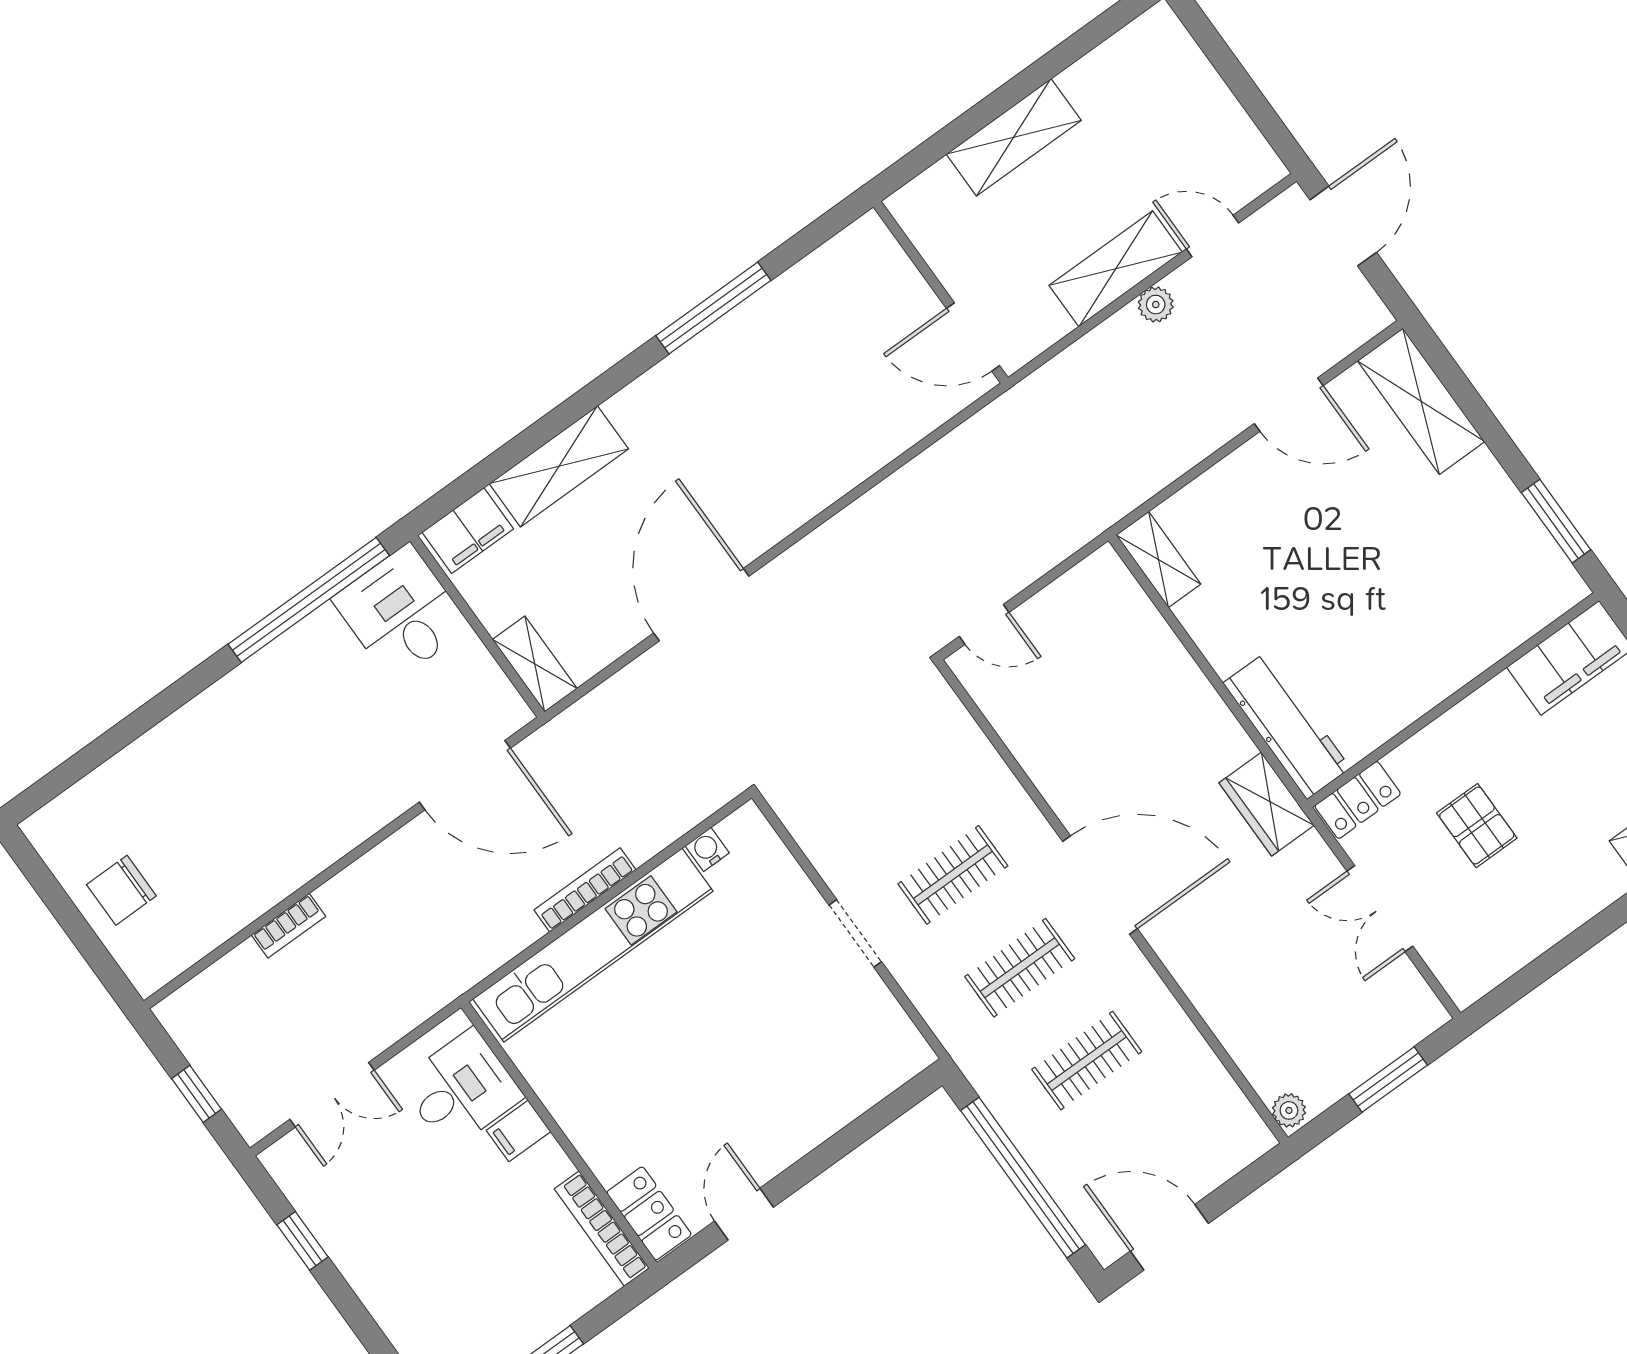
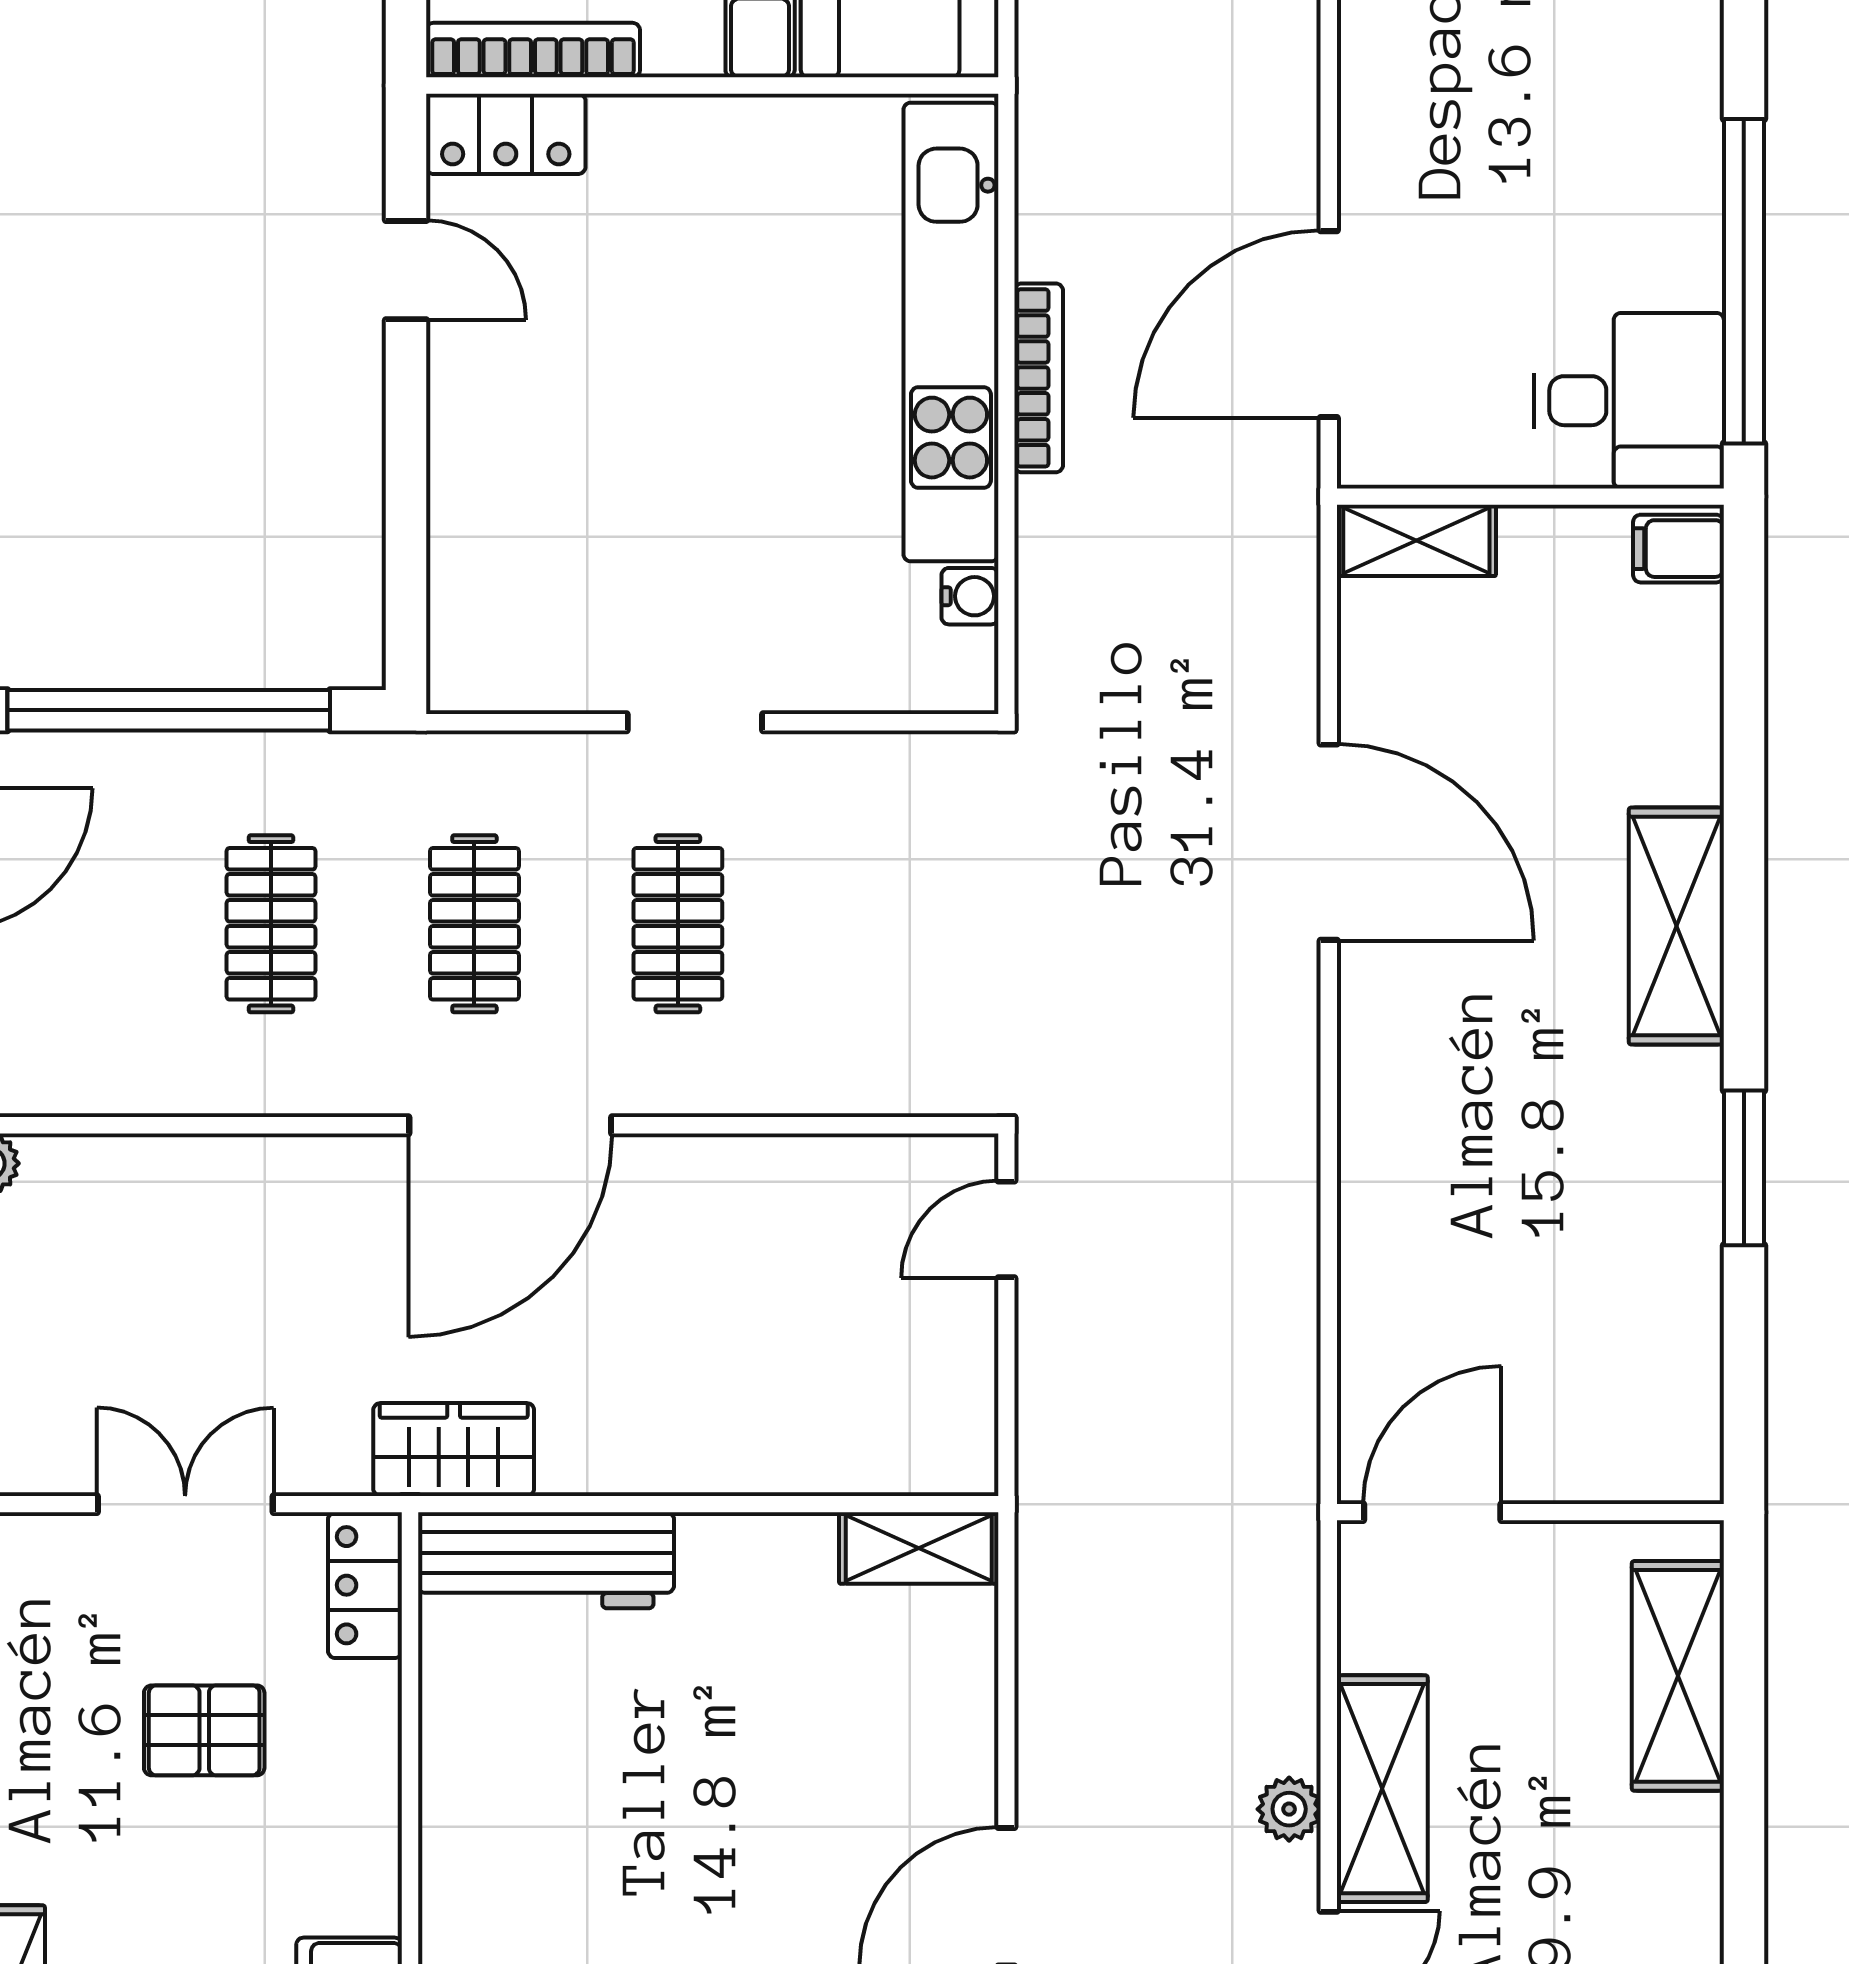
shelving: (1014, 137) -> (1678, 1676), moved
window: (713, 308) -> (1744, 1168), width x0.69
shelving: (559, 466) -> (1676, 926), moved
filing cabinet: (468, 531) -> (1678, 549), width x0.50

